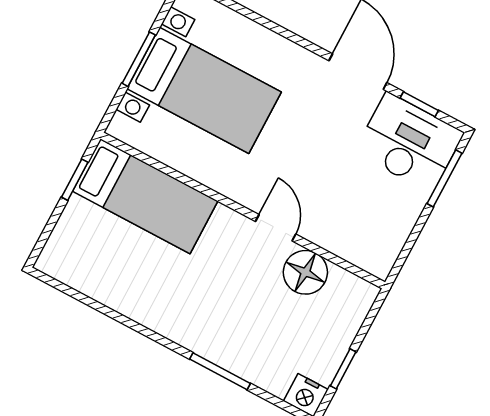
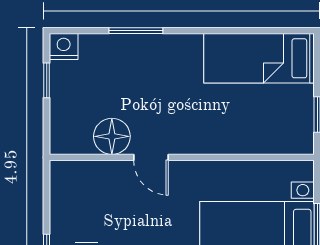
bed: (145, 196) -> (259, 58), moved

